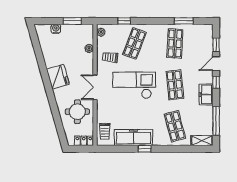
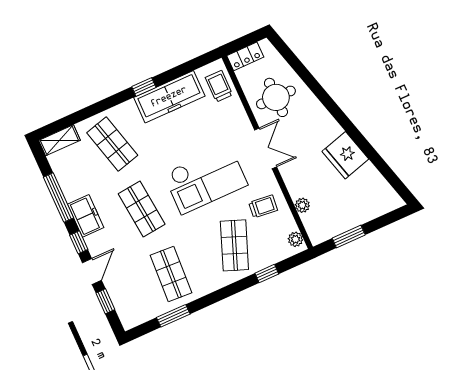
water cooler: (56, 29) -> (369, 213), removed
fridge: (58, 77) -> (345, 155), moved
window: (216, 121) -> (58, 197), moved

